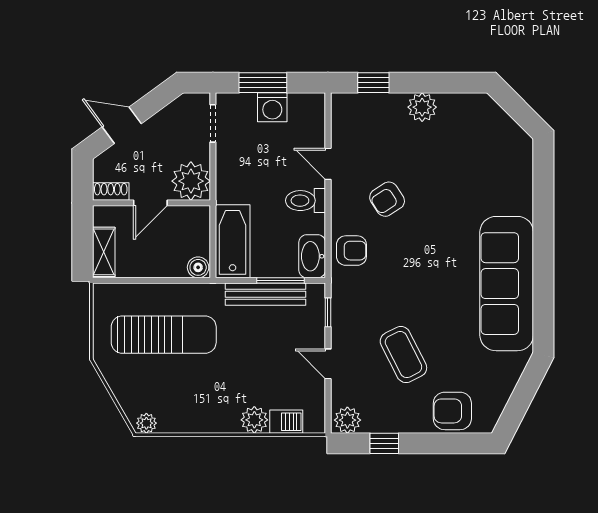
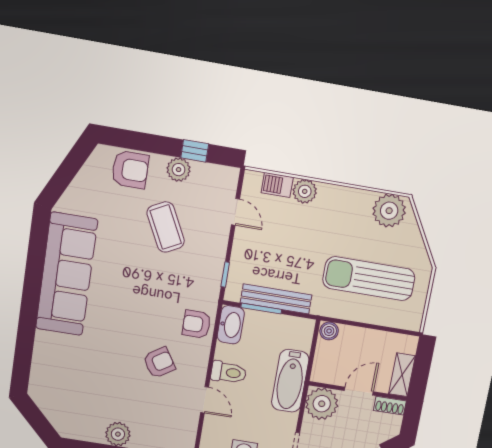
bathtub: (233, 241) -> (290, 381), moved
shelving: (104, 252) -> (402, 375), moved
door: (328, 364) -> (235, 212), moved
plant: (347, 420) -> (179, 170), moved
plant: (146, 423) -> (389, 211), width x1.88, depth x1.88

